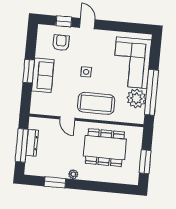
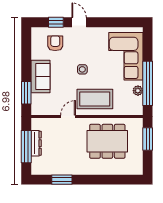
window: (29, 71) -> (26, 93), moved
plant: (136, 98) -> (138, 91), width x0.53, depth x0.53
door: (67, 119) -> (68, 116), swing flipped
window: (145, 162) -> (148, 139), moved
plant: (73, 174) -> (79, 170), removed

